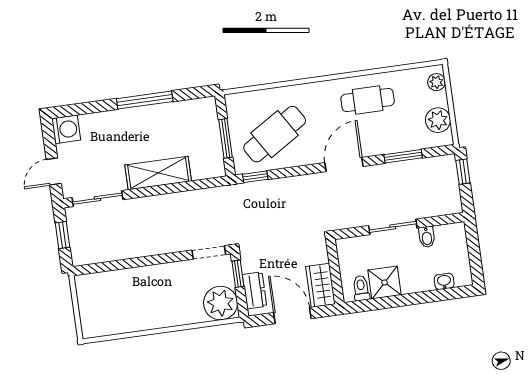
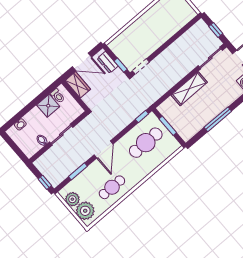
plant: (436, 82) -> (85, 211), width x1.87, depth x1.87
cafe table: (275, 134) -> (146, 143), turned 32
plant: (221, 303) -> (120, 46), removed

